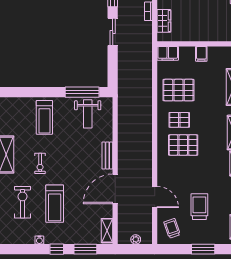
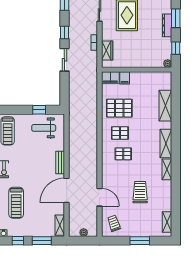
filing cabinet: (201, 54) -> (125, 78), moved
window: (82, 92) -> (39, 110), width x0.46
weight bench: (88, 114) -> (44, 128), turned 90
pallet: (183, 145) -> (123, 154), width x0.67, depth x0.71
trolley: (199, 207) -> (140, 192), moved

